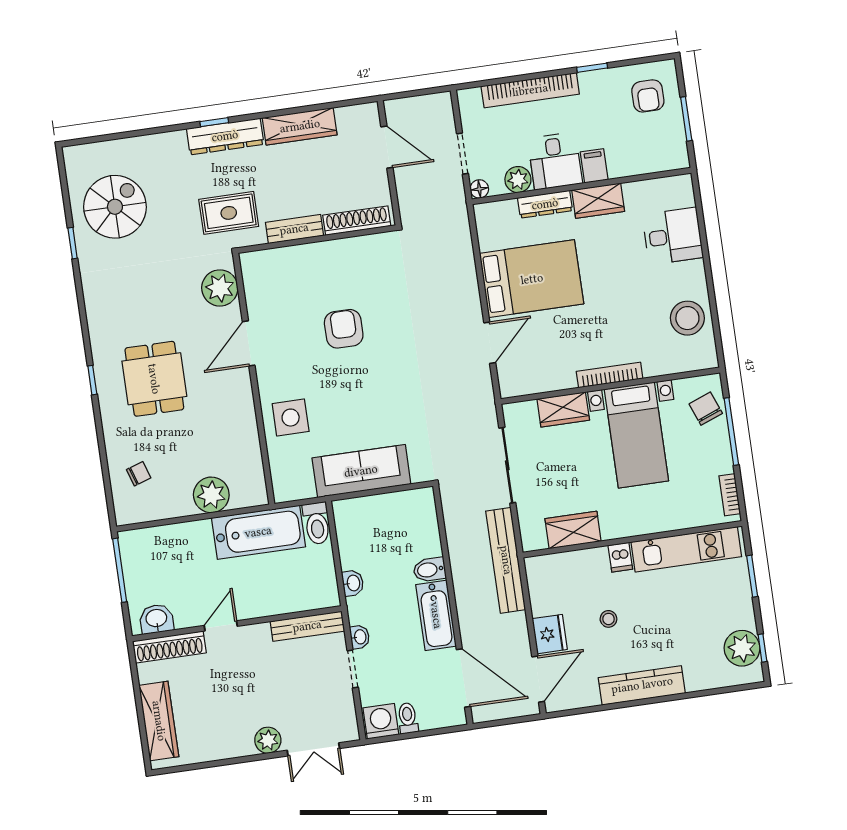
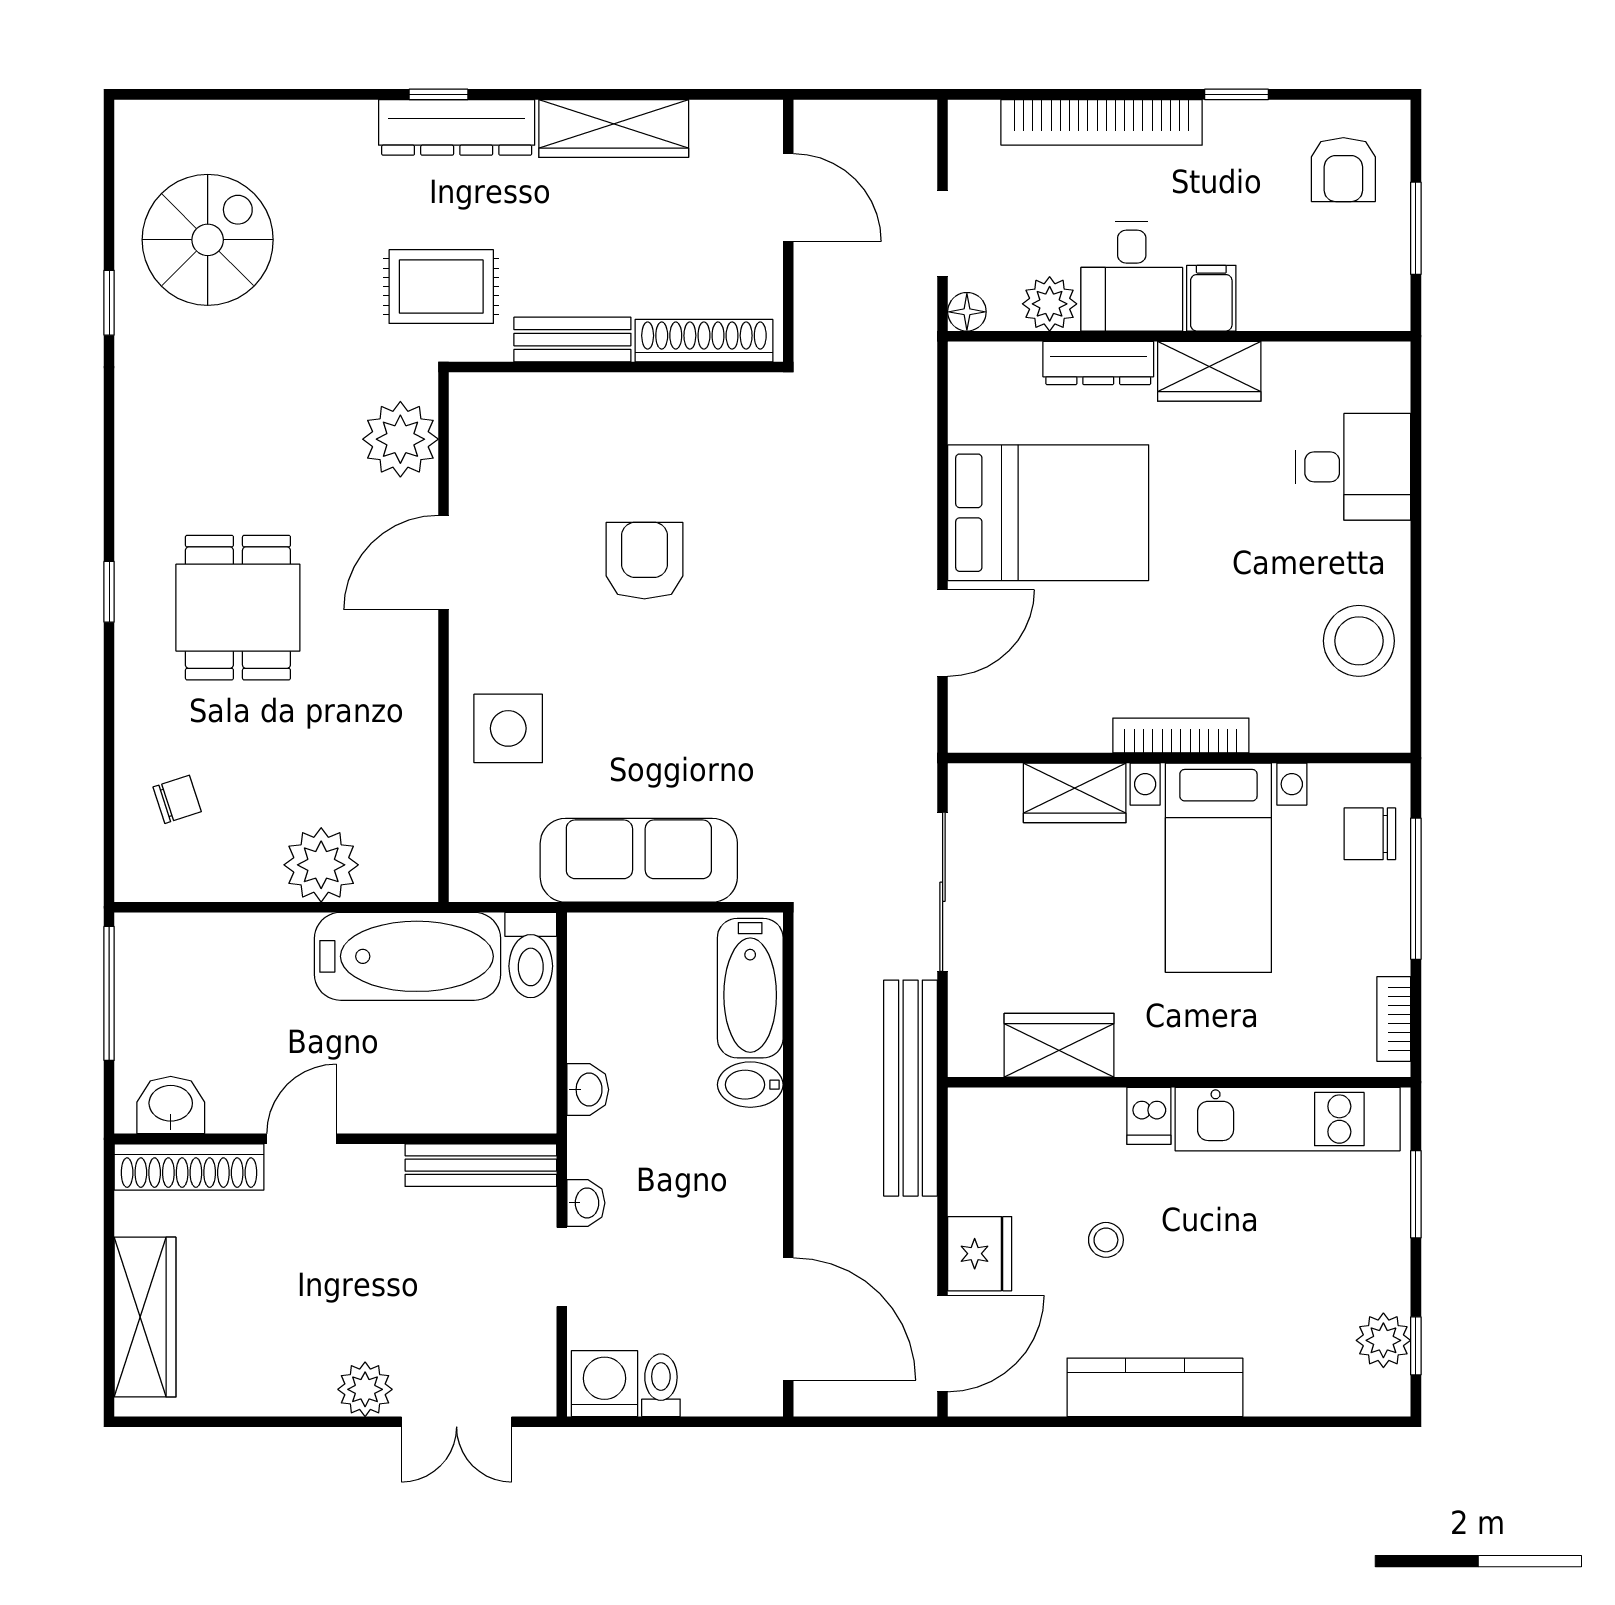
chair: (706, 409) -> (1370, 834), turned -69
bathtub: (436, 615) -> (750, 988), moved
plant: (742, 648) -> (1383, 1340), width x0.73, depth x0.73

